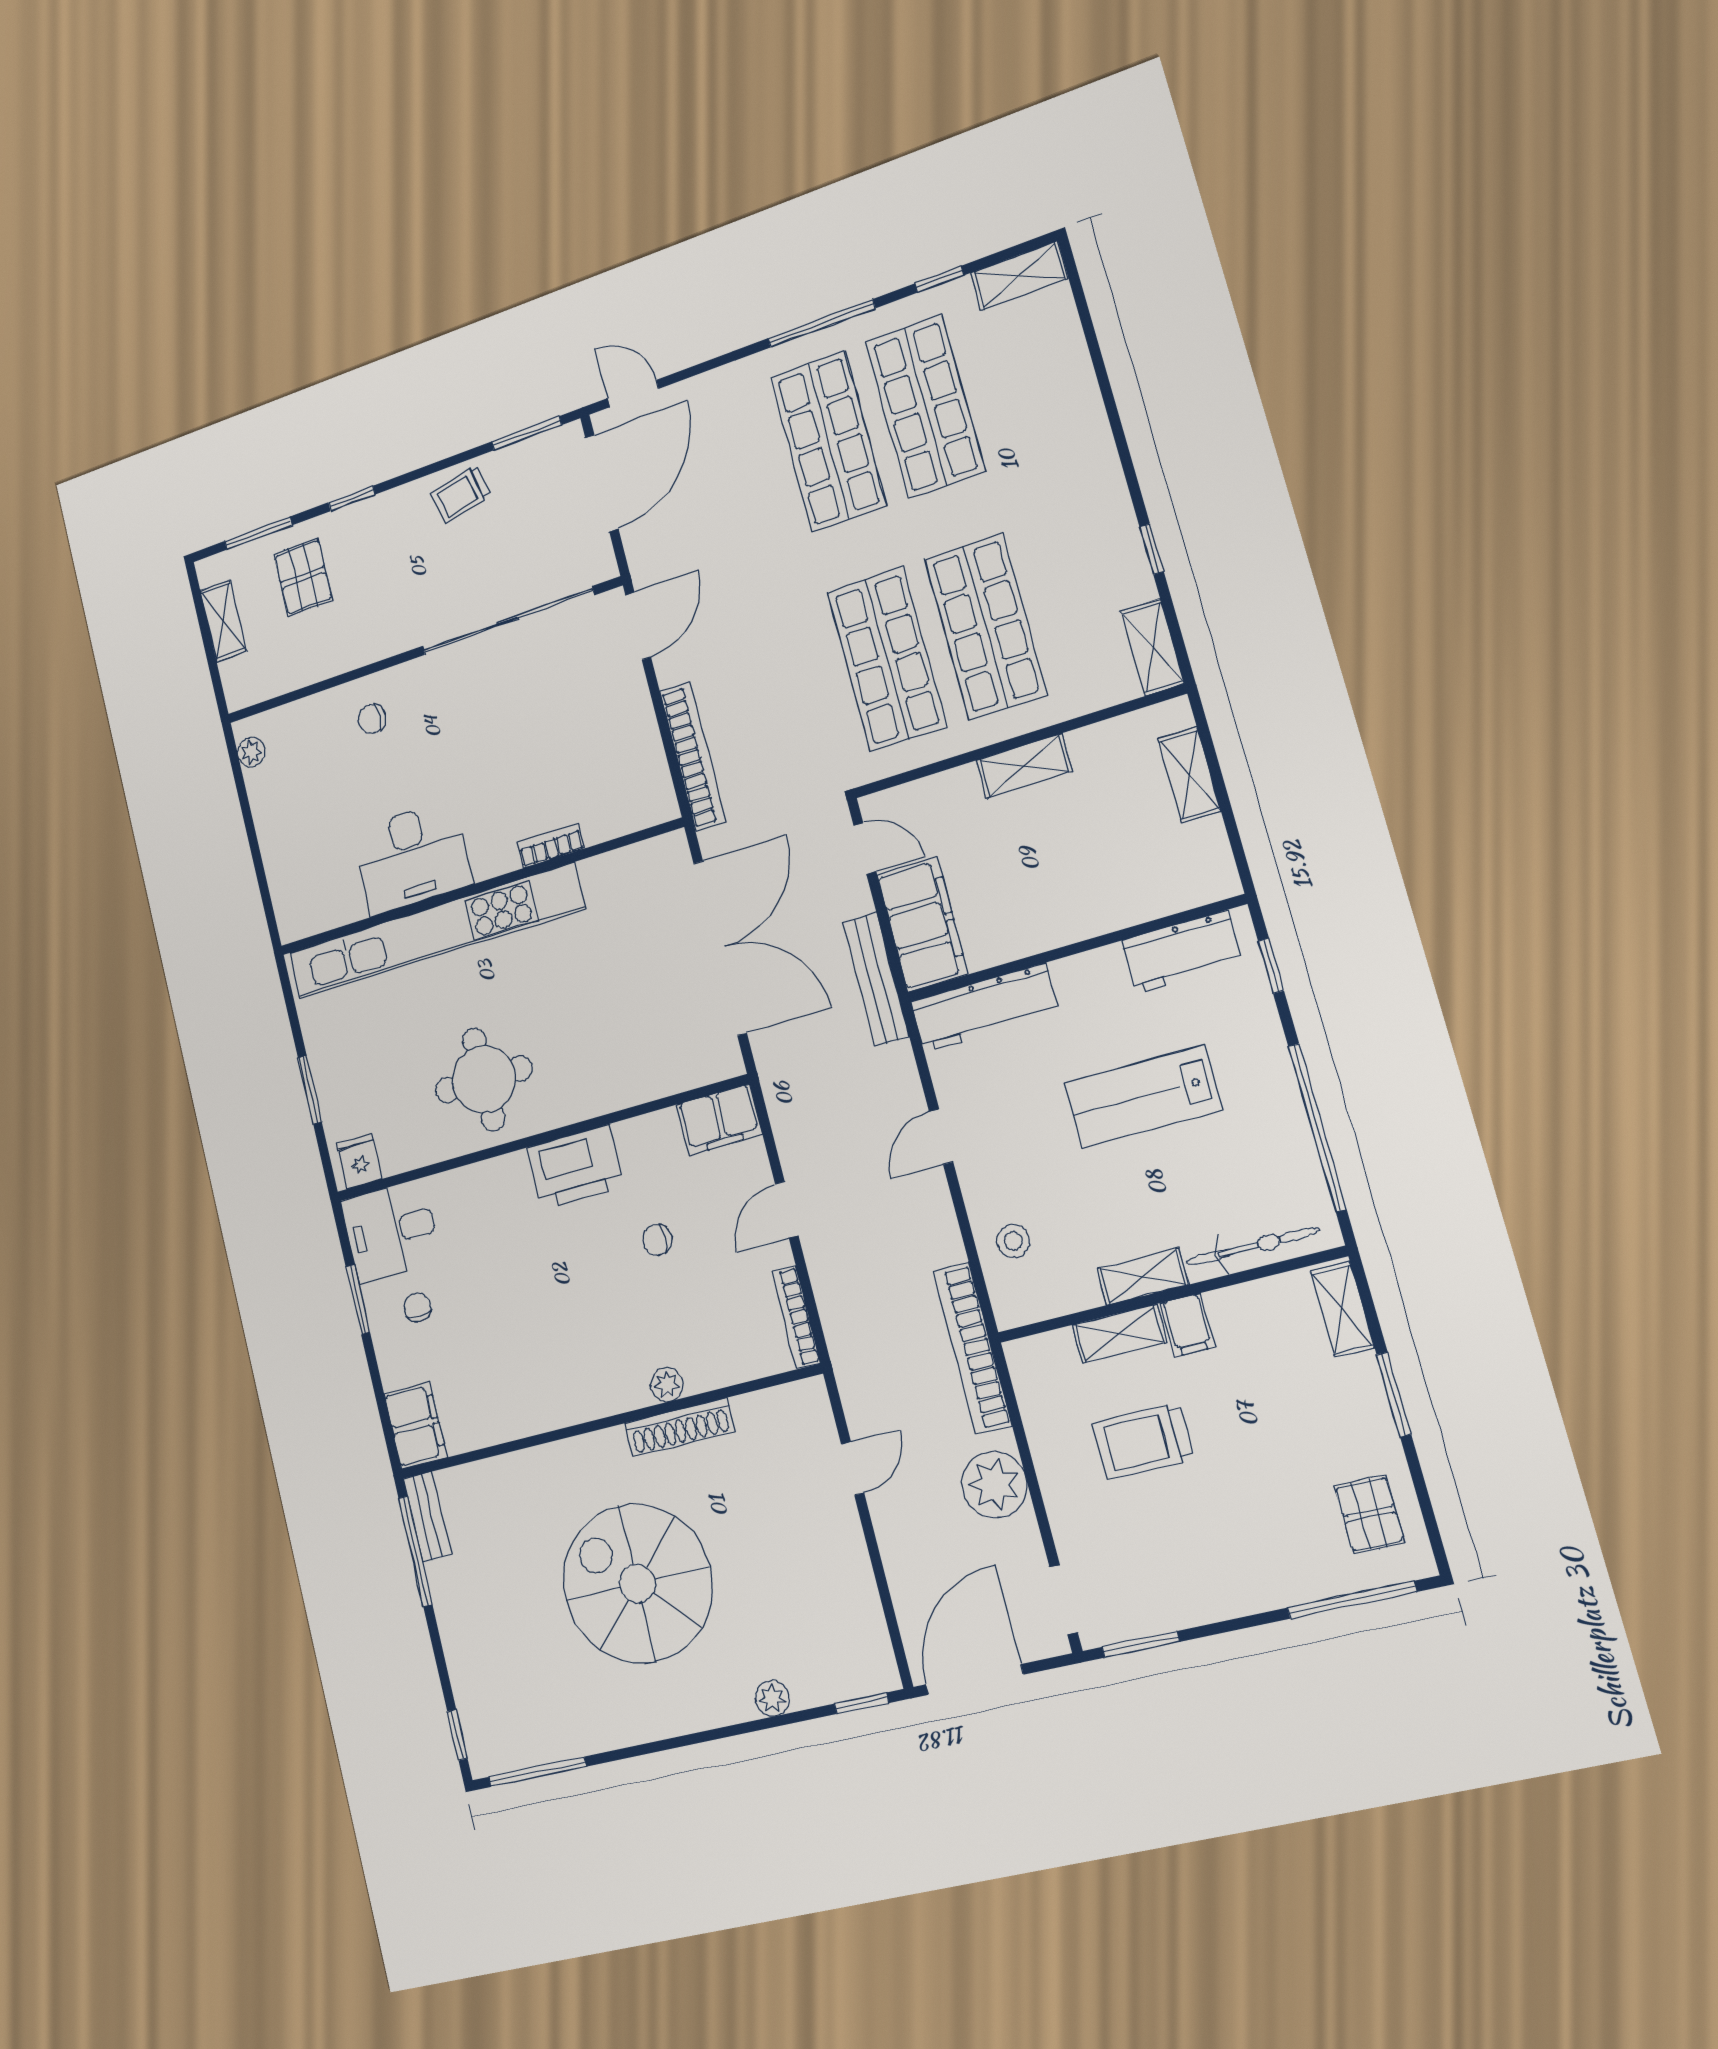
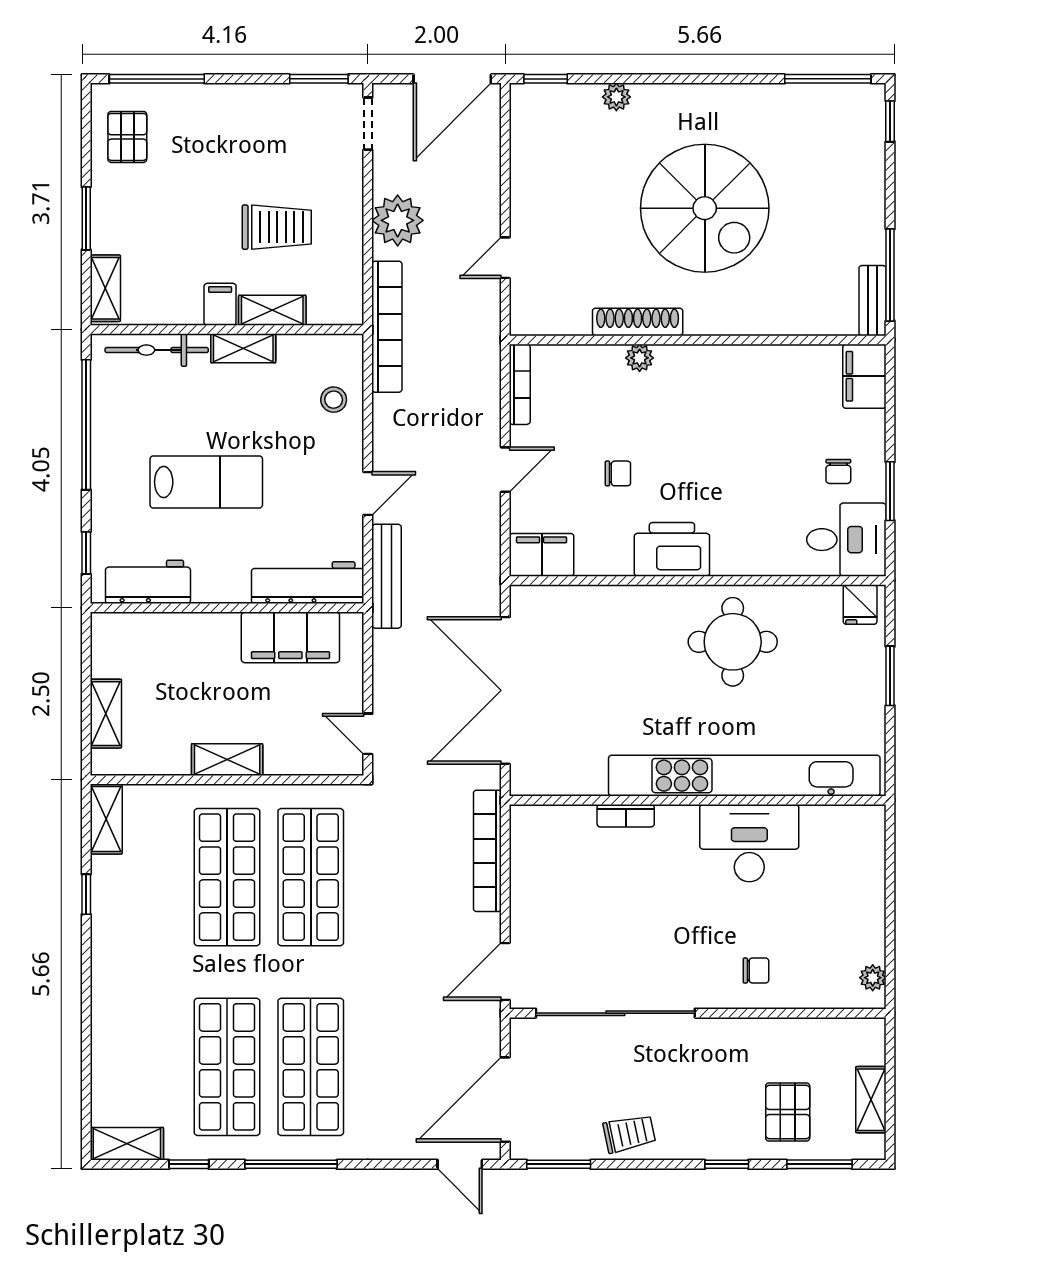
filing cabinet: (923, 924) -> (290, 637), moved, turned -90
bench: (876, 979) -> (387, 576), moved

